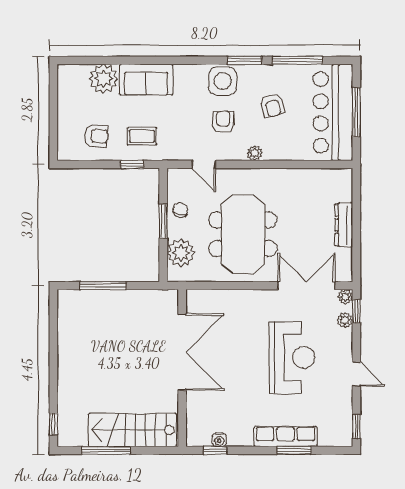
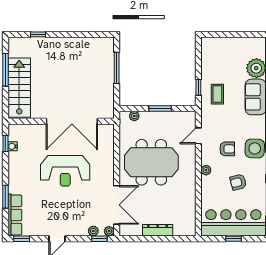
window: (356, 112) -> (234, 239), width x0.46
armchair: (96, 136) -> (218, 63), removed
chair: (180, 210) -> (168, 120), removed
plant: (181, 253) -> (134, 116), width x0.53, depth x0.53
reception desk: (292, 357) -> (65, 171), moved
window: (53, 424) -> (38, 34), moved
row of seats: (286, 436) -> (15, 215), moved

